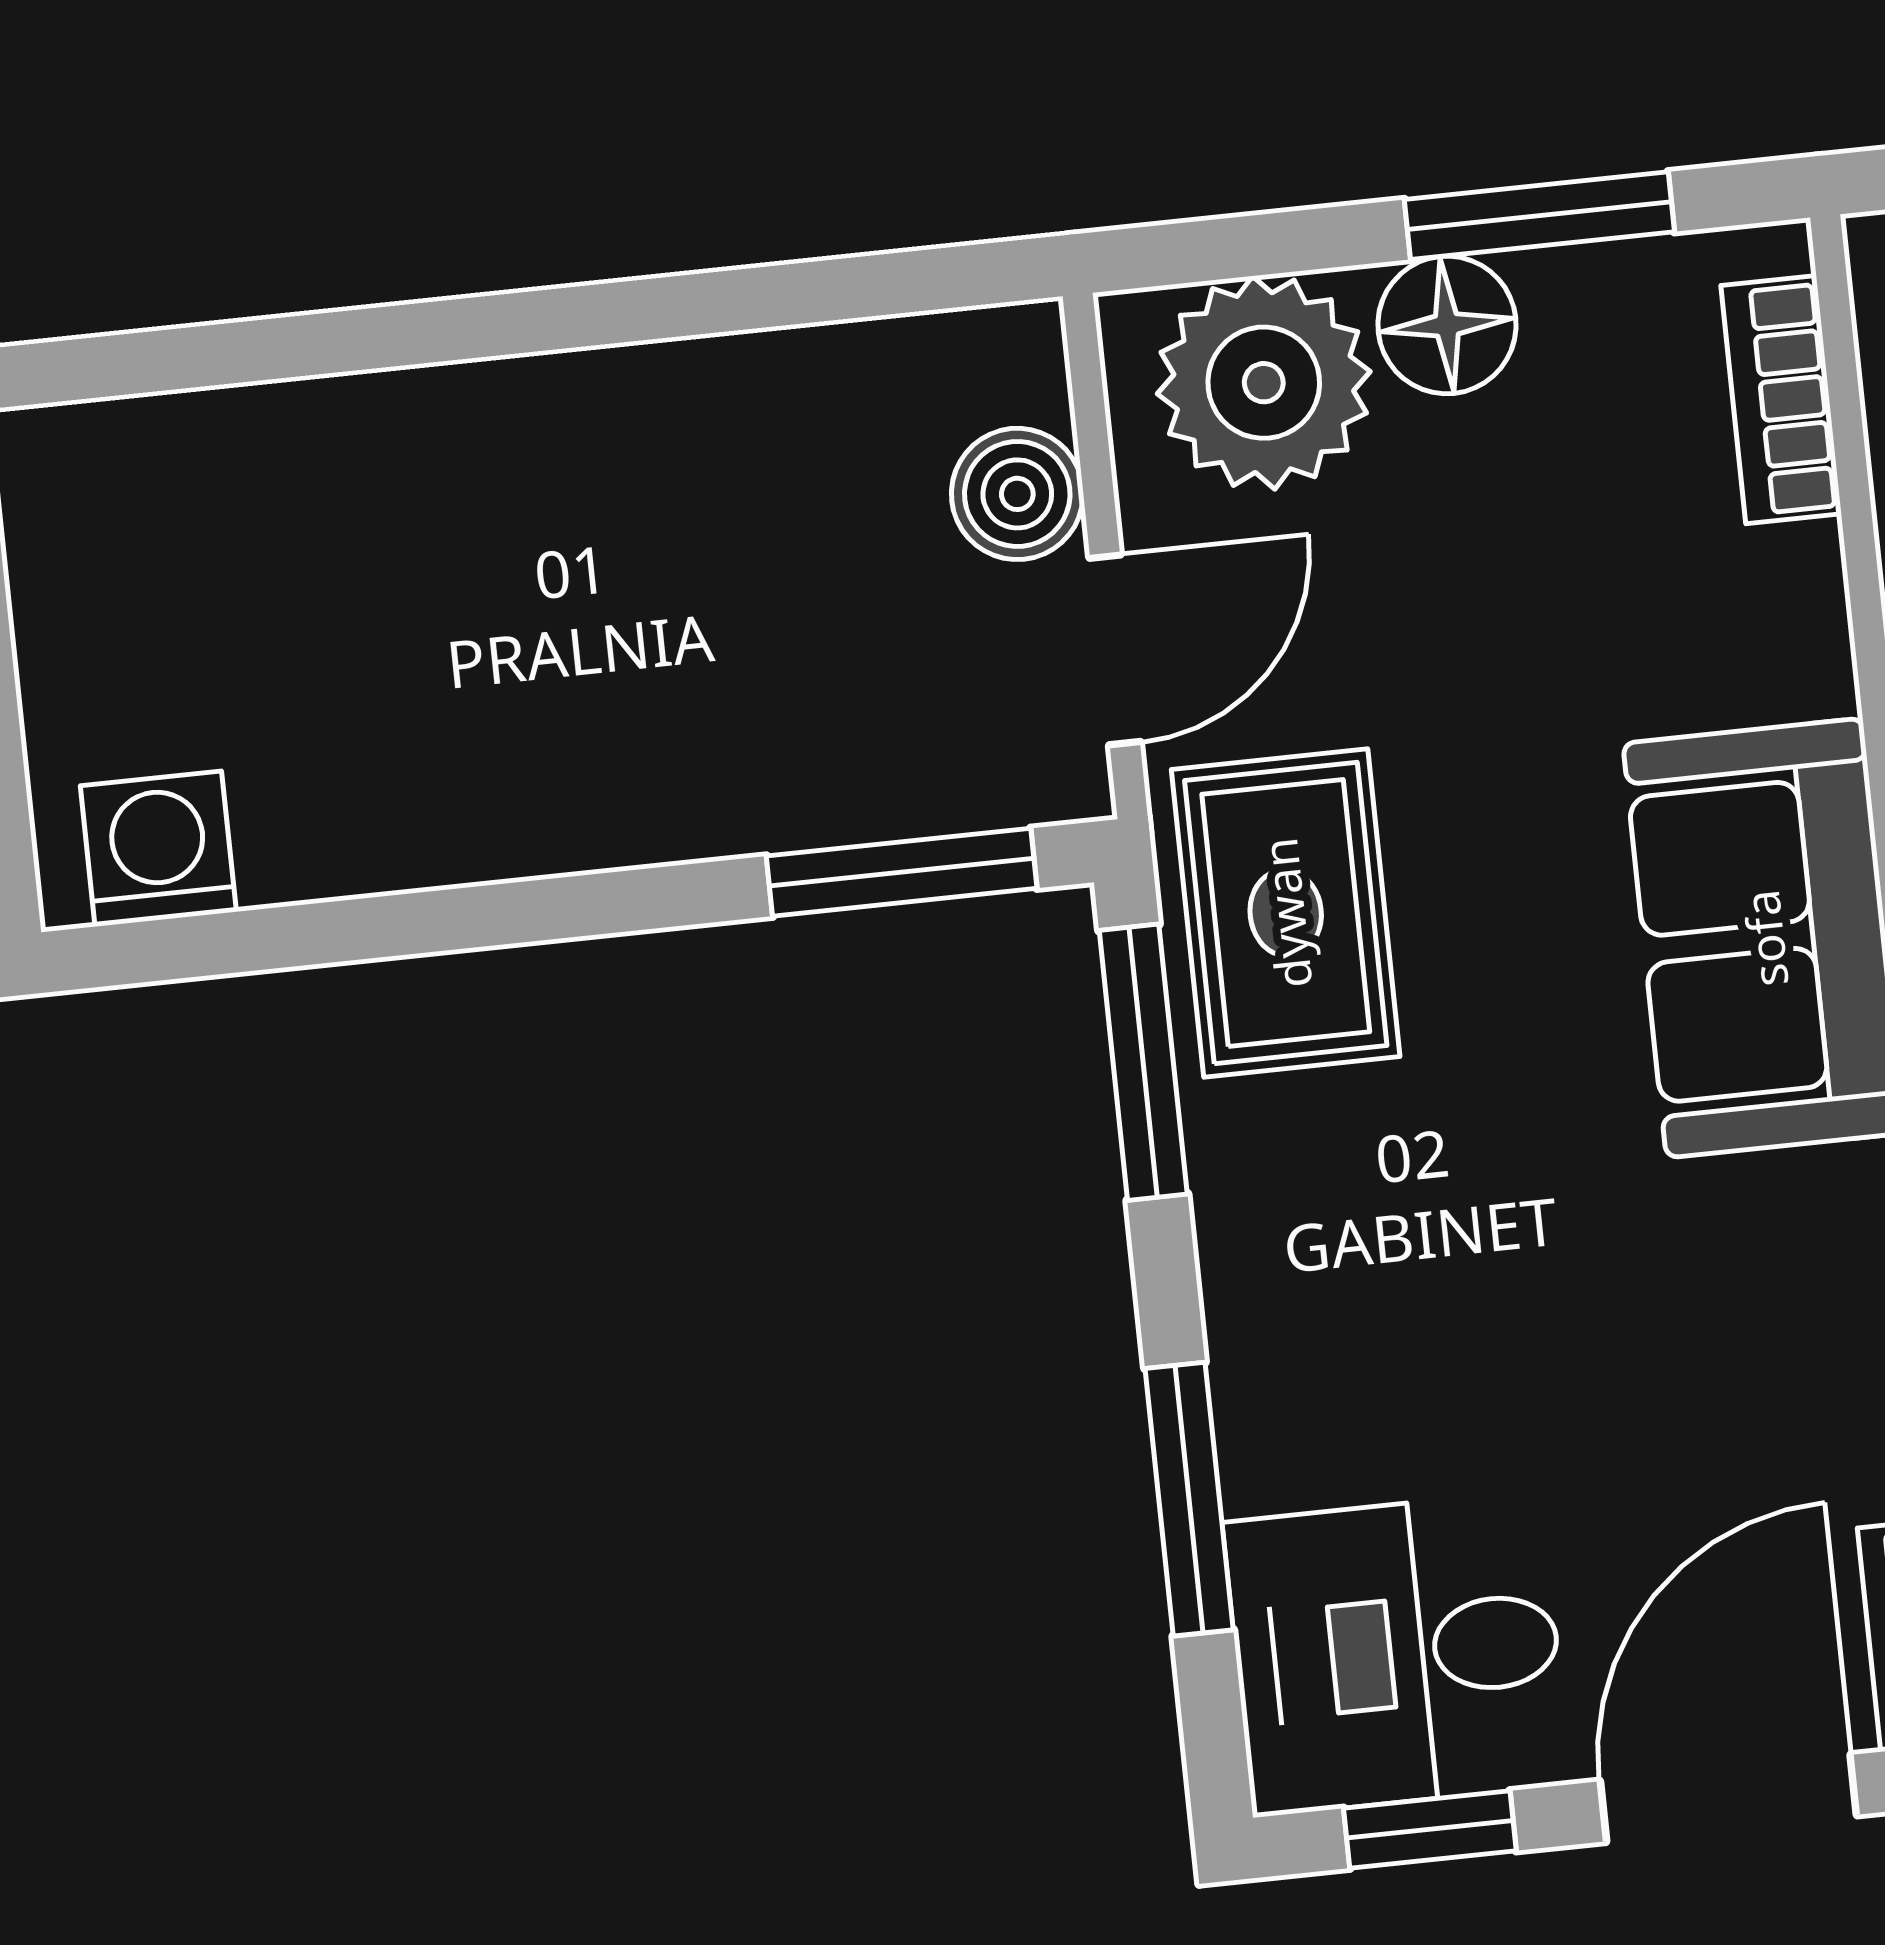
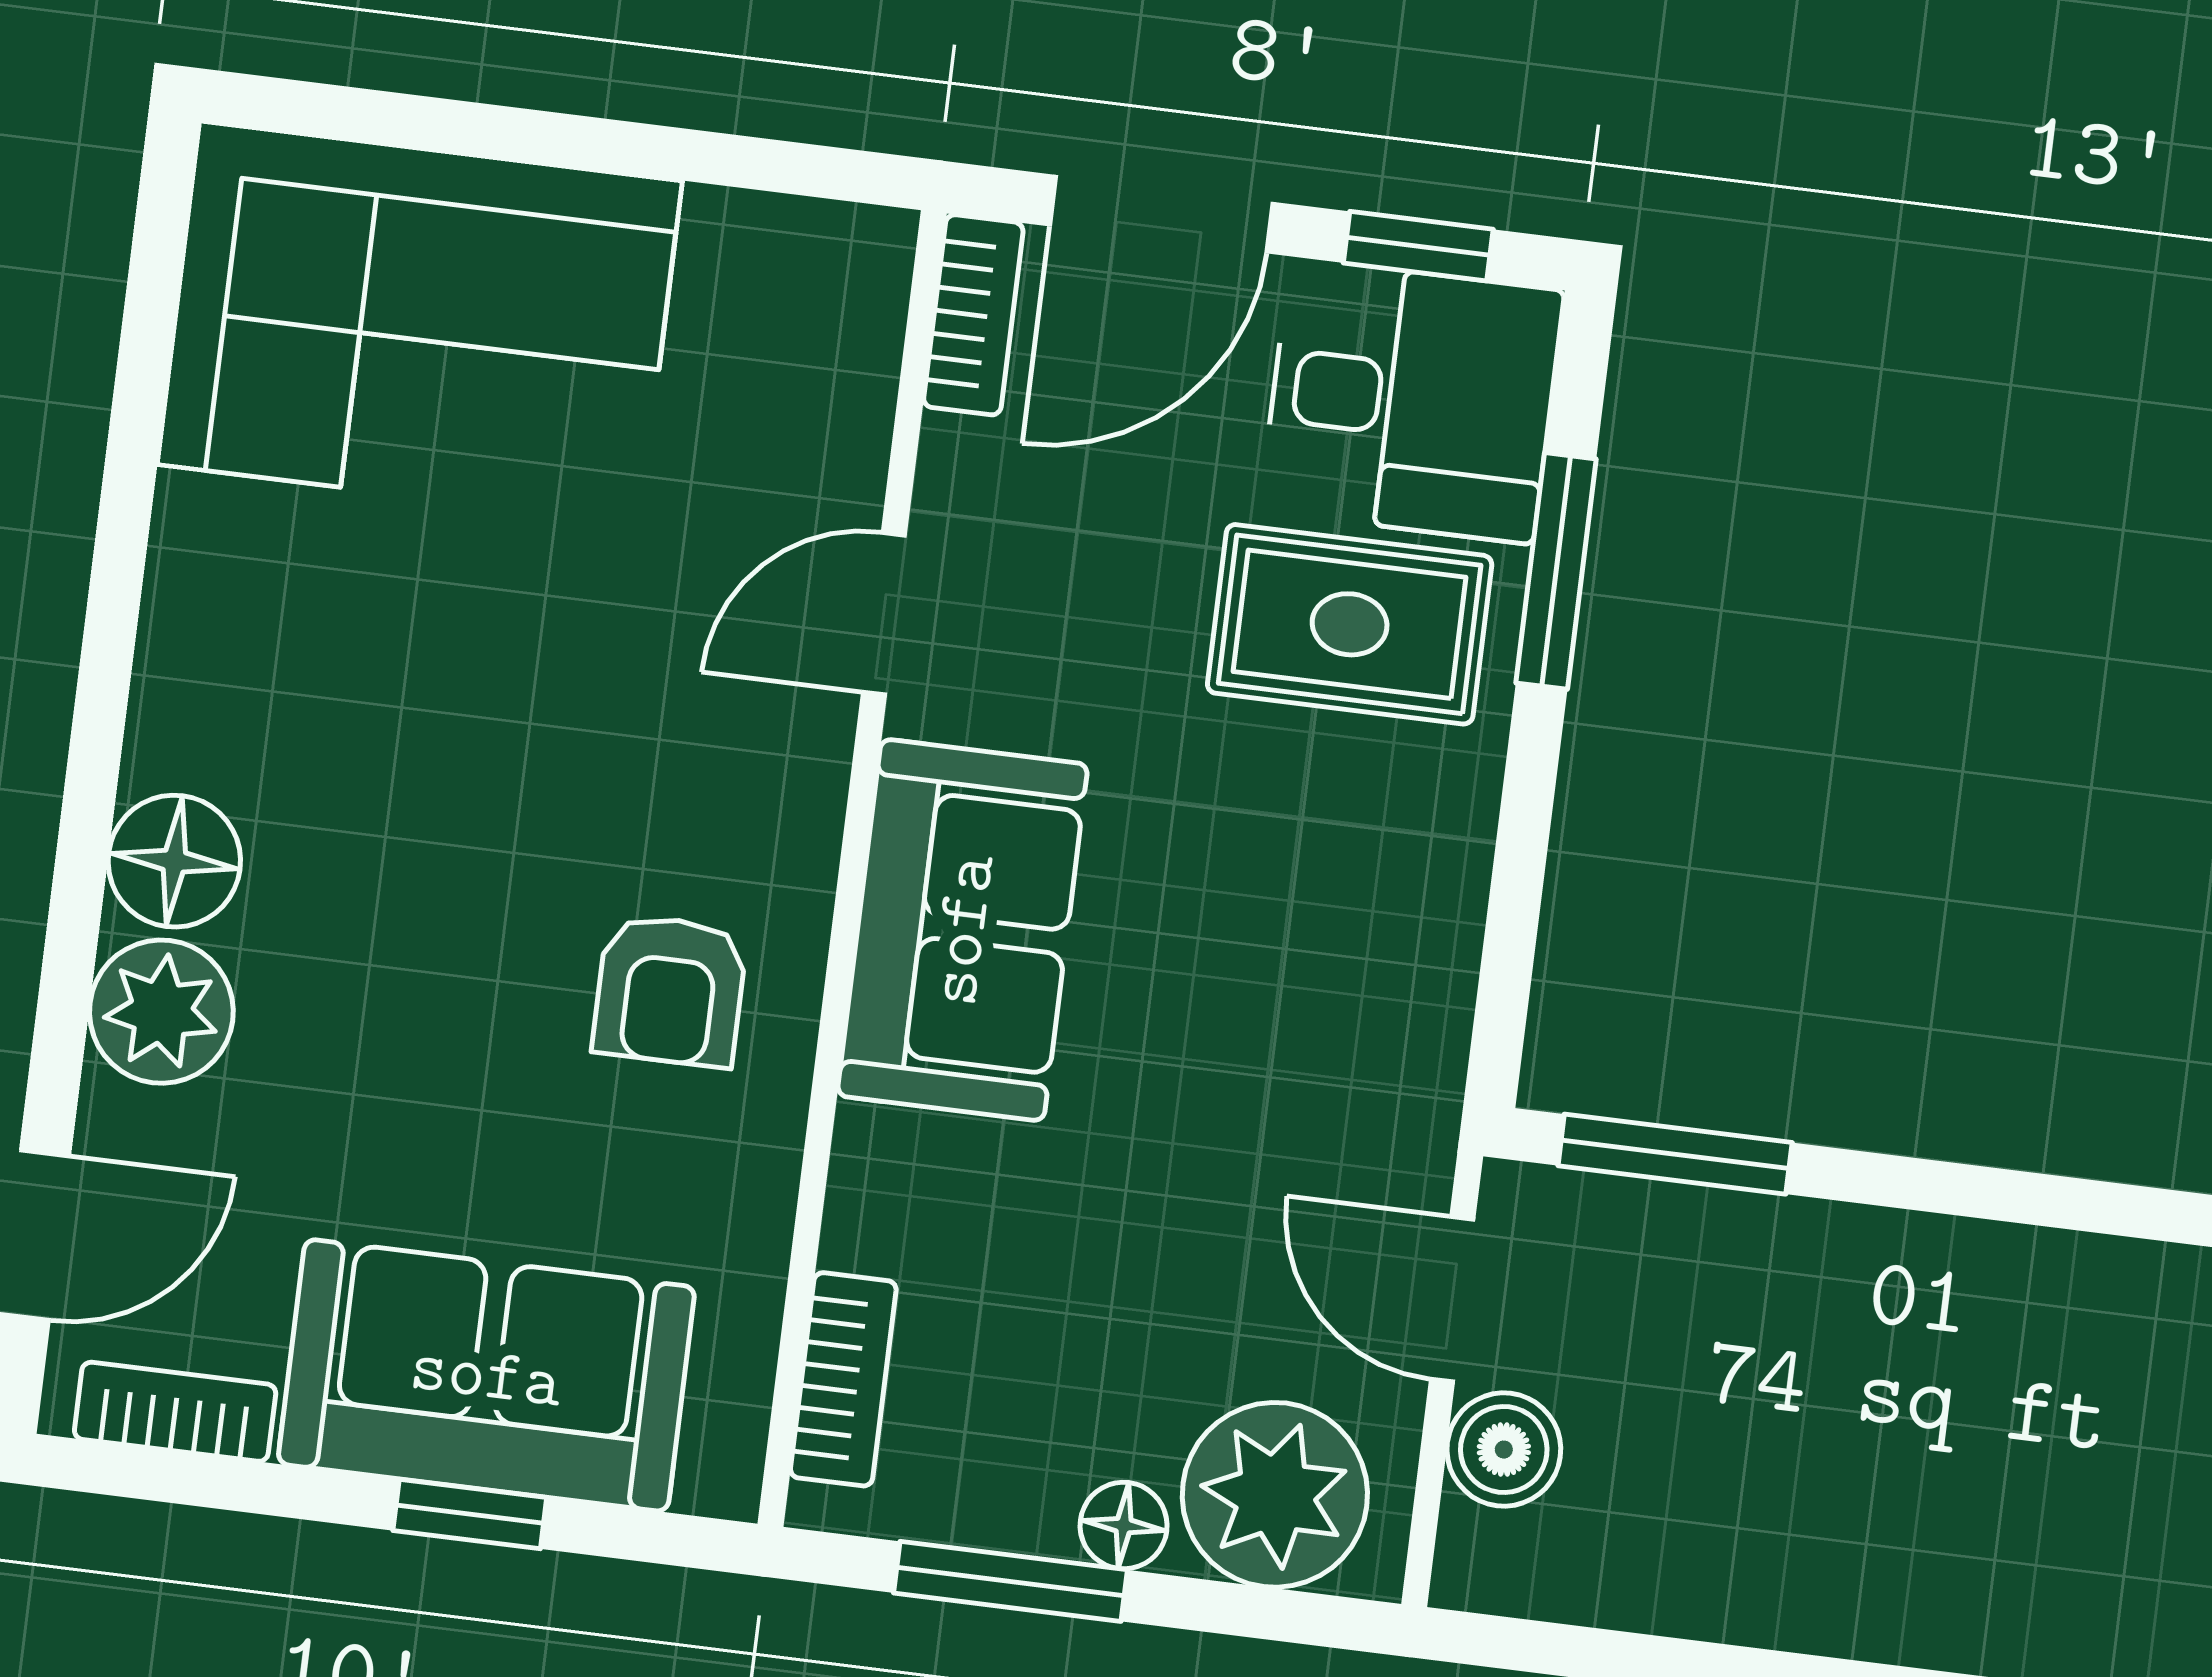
floor lamp: (1447, 325) -> (1124, 1526), width x0.73, depth x0.73
door: (1115, 650) -> (1452, 1299), hinge flipped
rug: (1286, 913) -> (1350, 624), moved, turned 90
window: (1143, 1062) -> (1509, 947), removed

